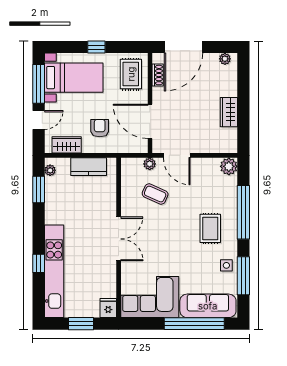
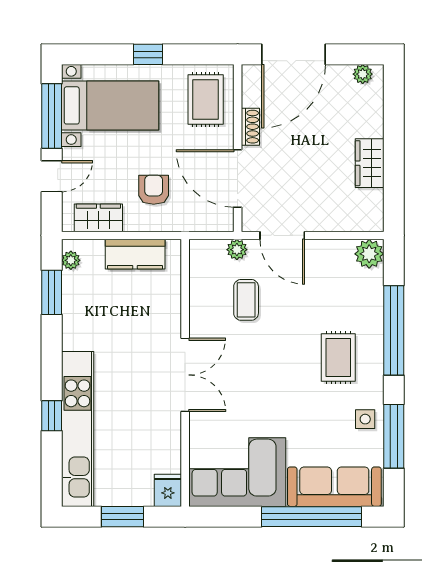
shoe rack: (158, 75) -> (250, 127), moved
coffee table: (155, 194) -> (246, 300), turned 66

